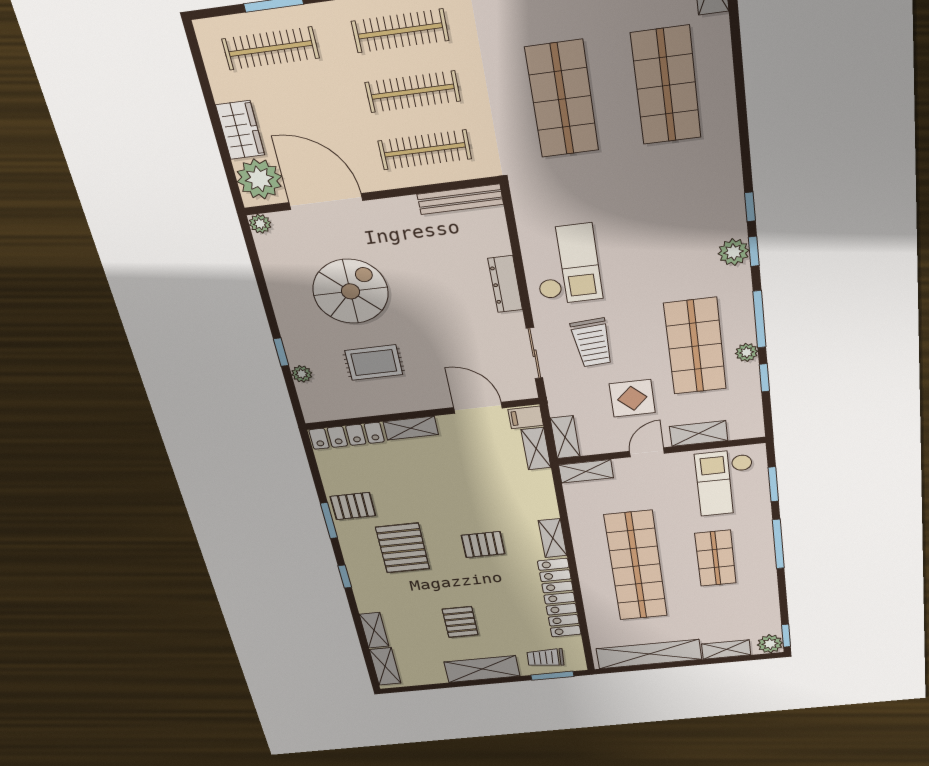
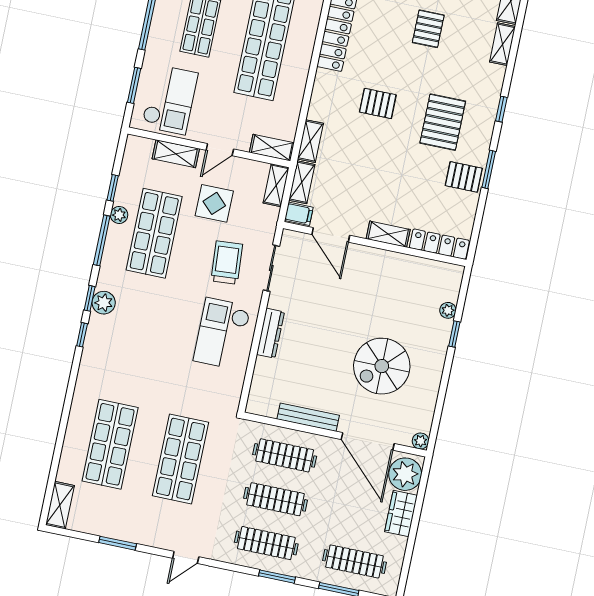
bench: (460, 199) -> (308, 417), moved
rug: (374, 363) -> (391, 301), removed
shelving: (553, 538) -> (310, 141), moved

